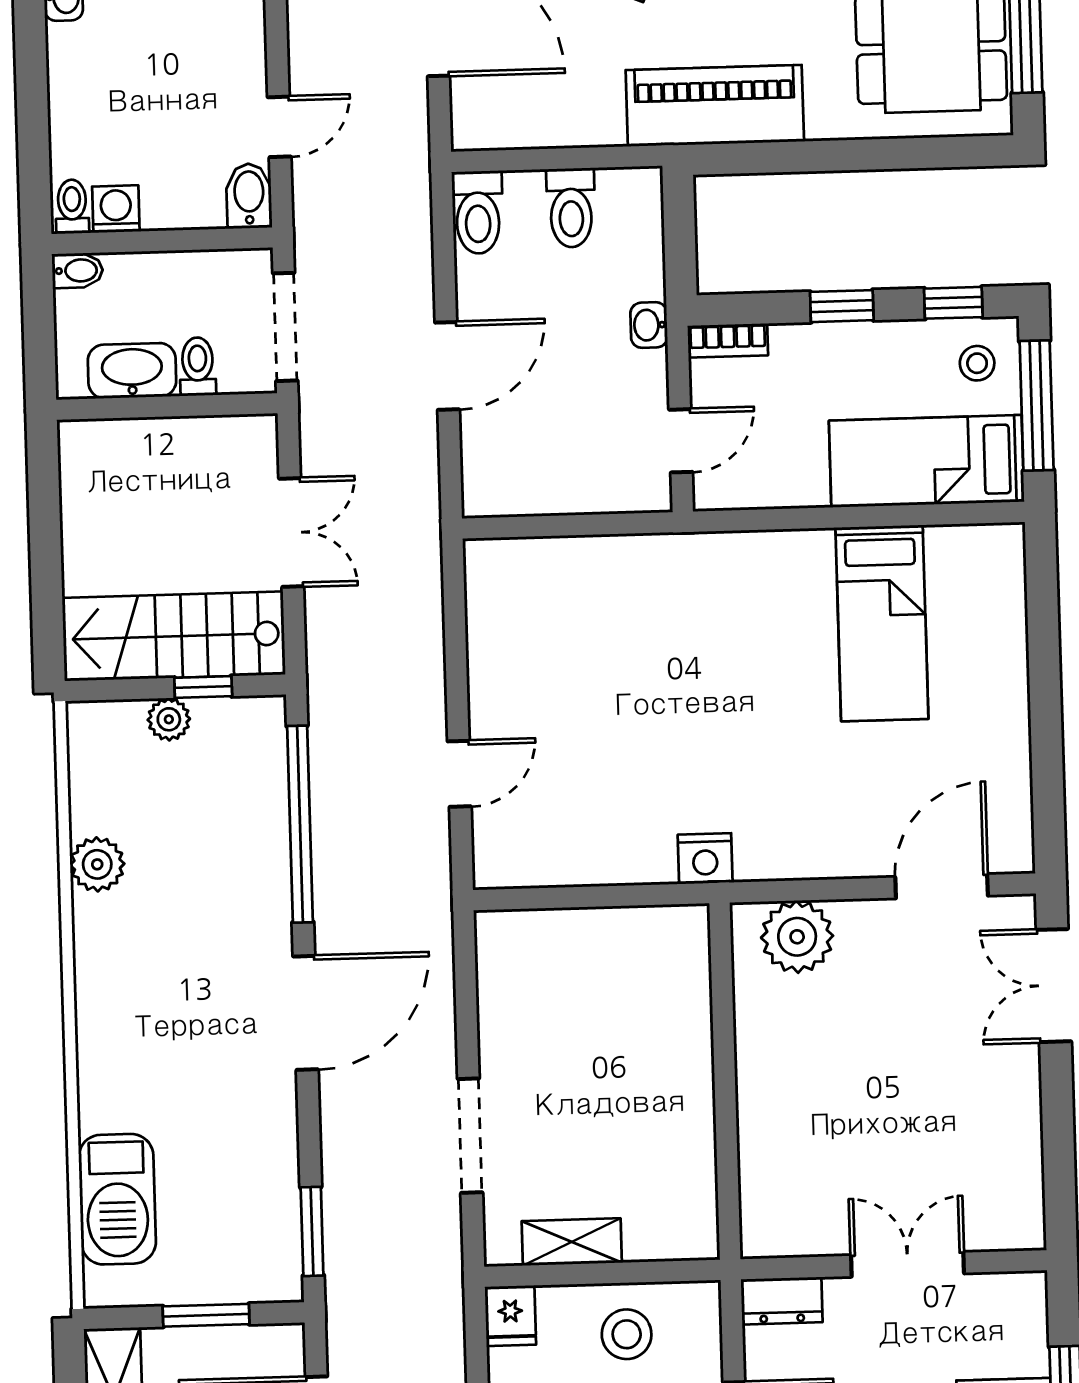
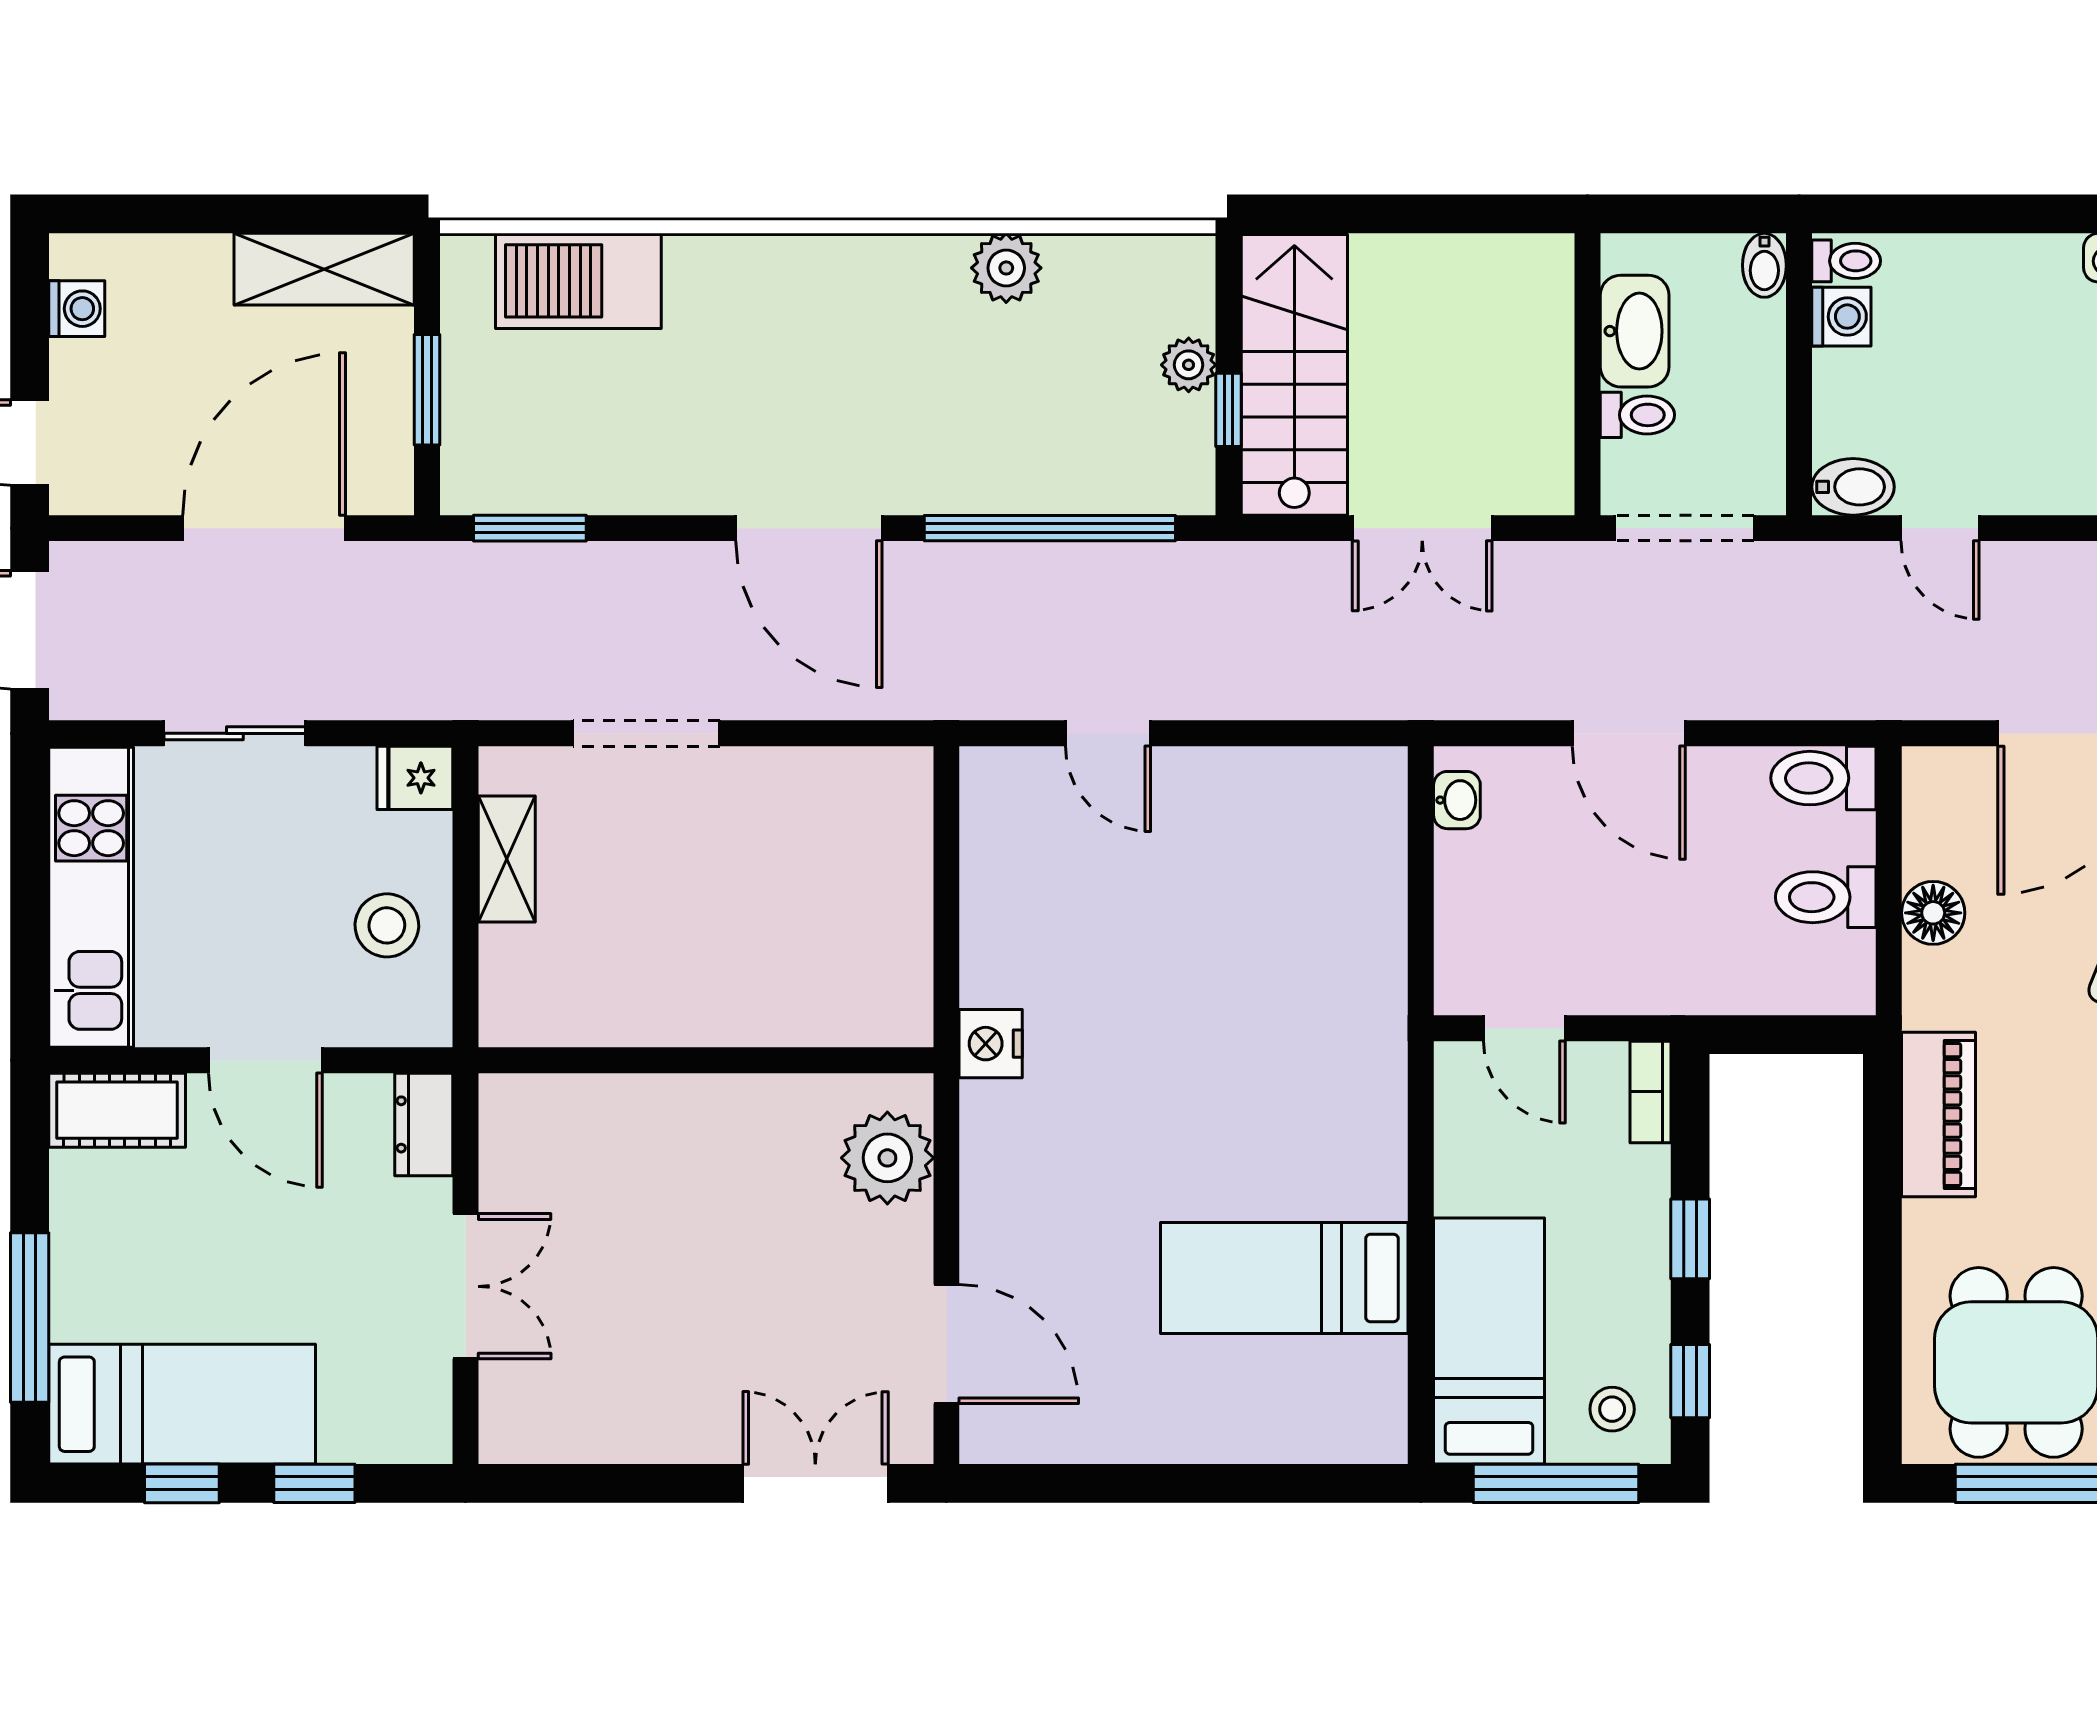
piano: (715, 106) -> (1938, 1115), width x0.73, depth x0.75
floor lamp: (581, 123) -> (1933, 913), added
washbasin: (649, 325) -> (1457, 800), moved, turned 90

